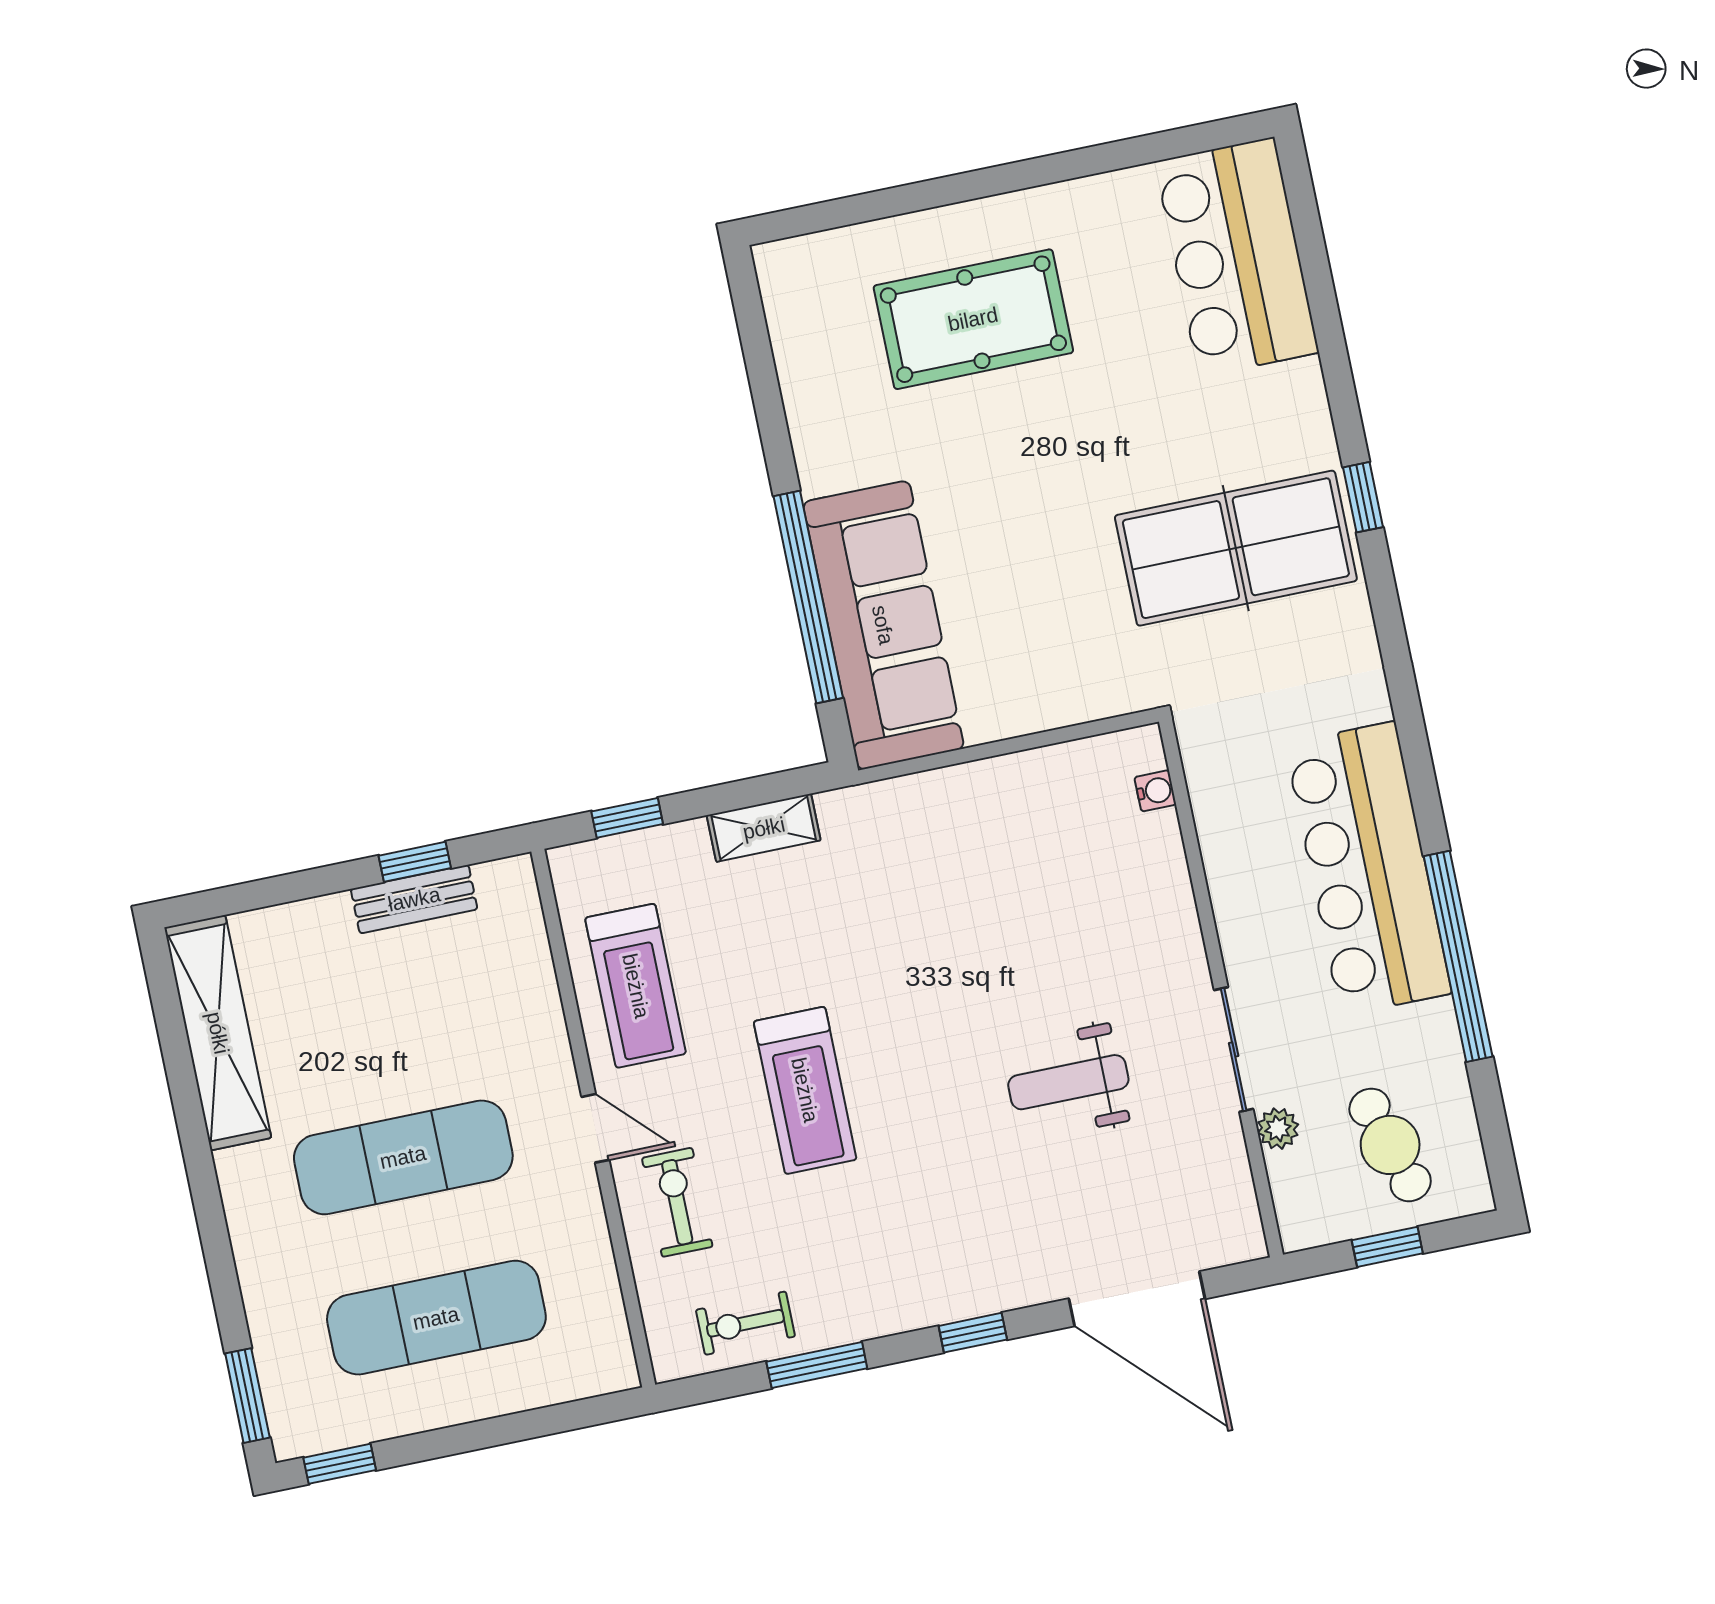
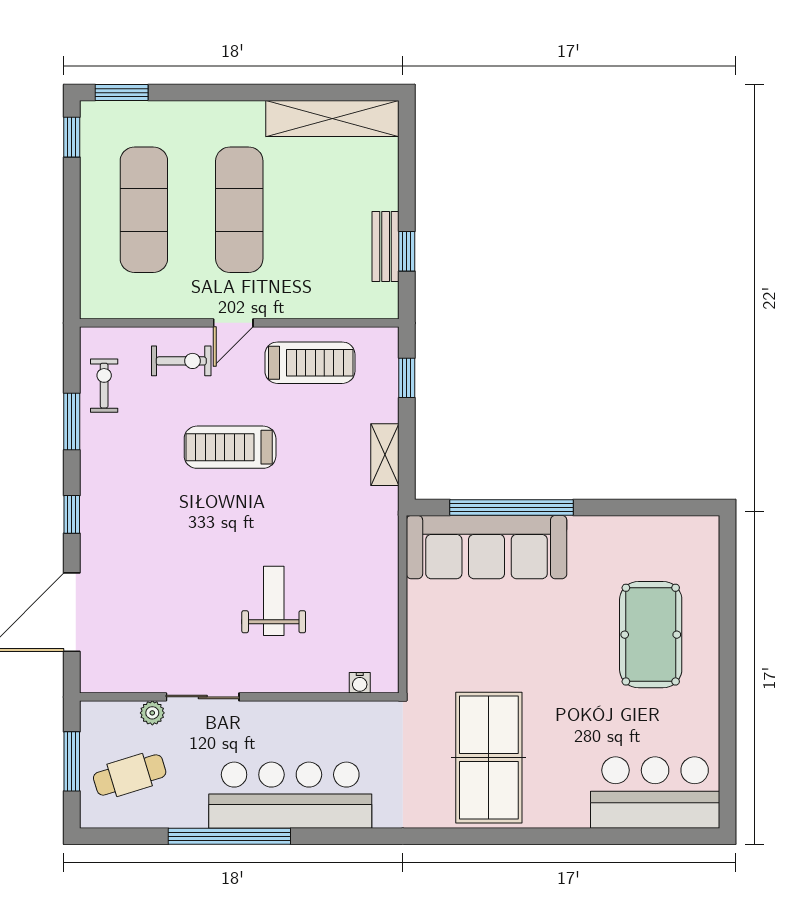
window: (1363, 497) -> (503, 836), removed
treadmill: (636, 986) -> (310, 363), turned 180
weight bench: (1068, 1082) -> (274, 601), moved
window: (1387, 1247) -> (72, 761), width x1.50

